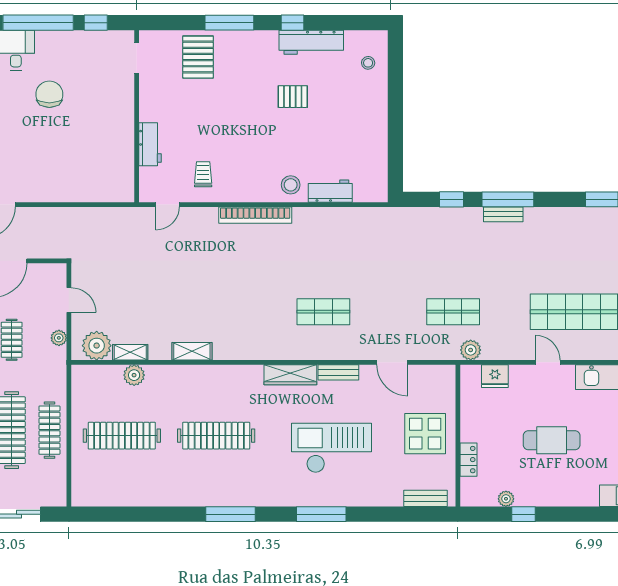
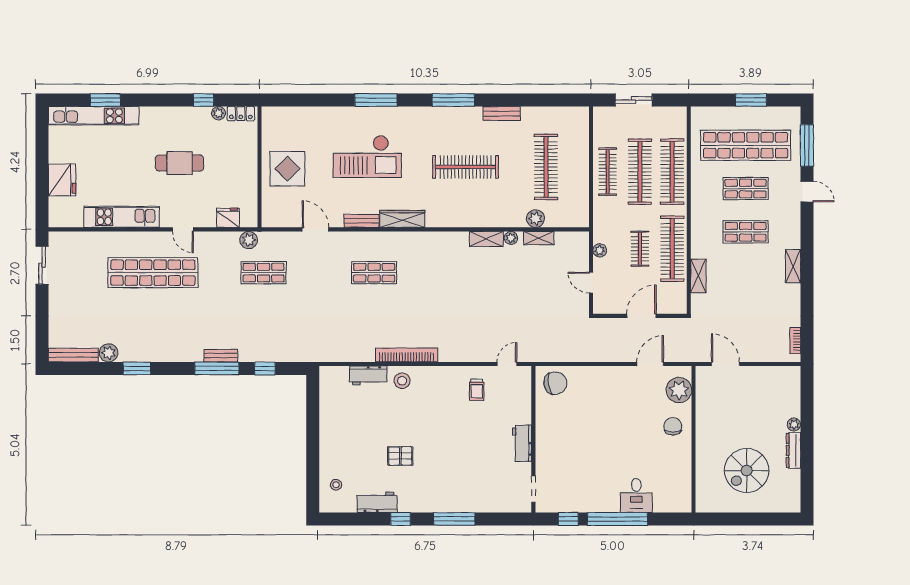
workbench: (311, 42) -> (377, 502), width x0.73
pallet: (198, 57) -> (481, 490), removed
chair: (49, 94) -> (555, 383), moved, turned -99
workbench: (150, 144) -> (522, 443), moved
bookcase: (255, 215) -> (407, 355), moved
plant: (97, 346) -> (511, 238), moved, width x0.53, depth x0.53
clothes rail: (122, 436) -> (546, 167), turned 90
locker: (469, 460) -> (241, 114), moved, turned -90
bench: (425, 498) -> (502, 113), moved

